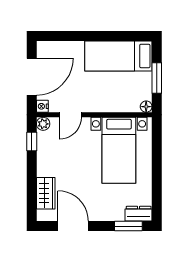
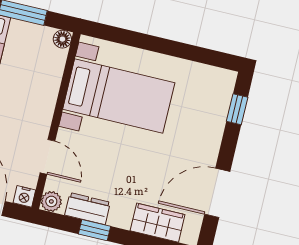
window: (32, 141) -> (94, 230), moved
dresser: (139, 214) -> (88, 209), moved, turned 90
window: (128, 226) -> (237, 109), width x0.67

